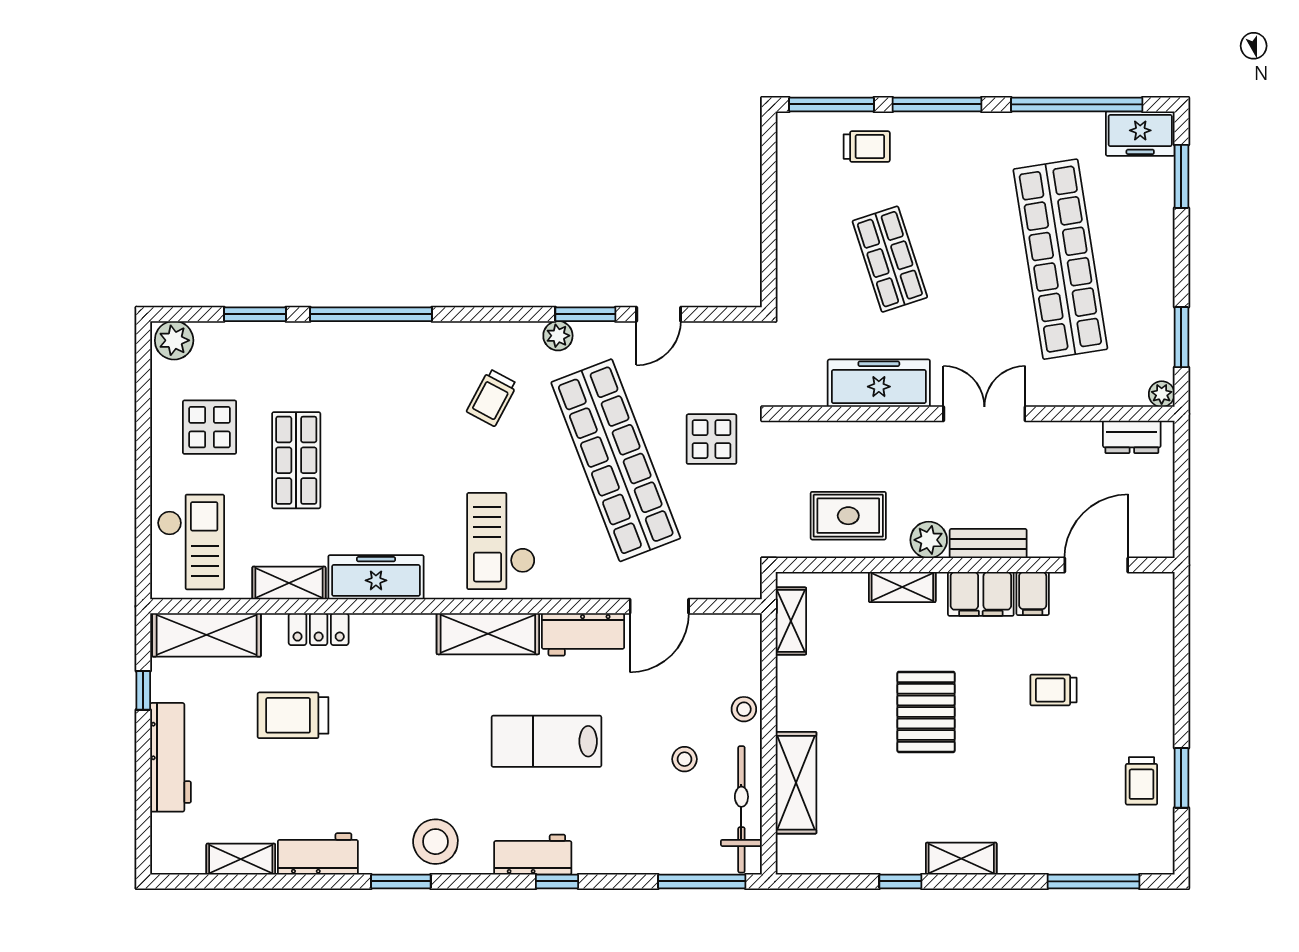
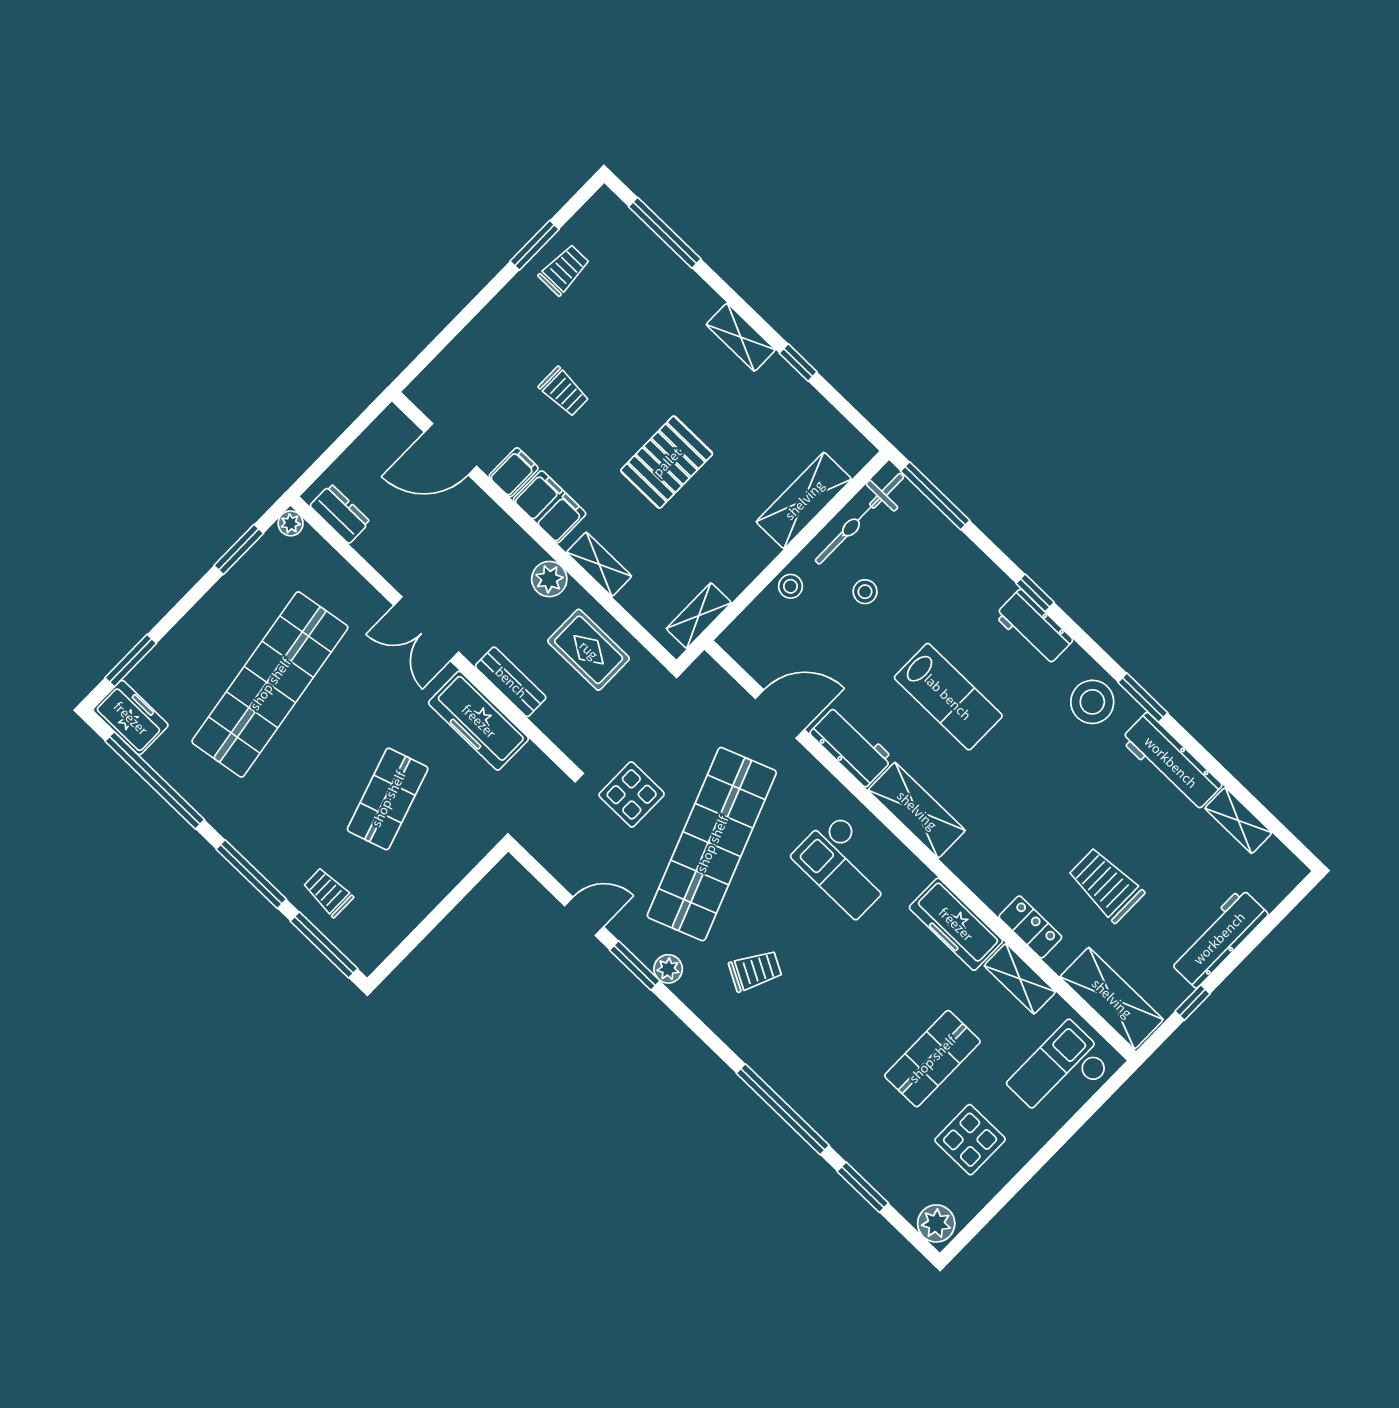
checkout: (501, 541) -> (845, 865), turned 90
bench: (988, 544) -> (511, 682), moved
trolley: (293, 715) -> (1106, 885), turned 180
workbench: (318, 854) -> (1171, 762), width x1.37

